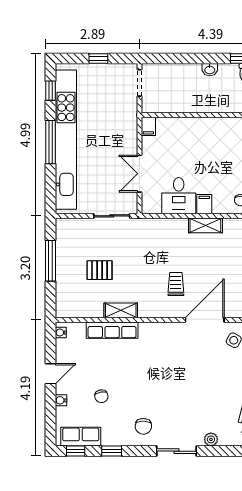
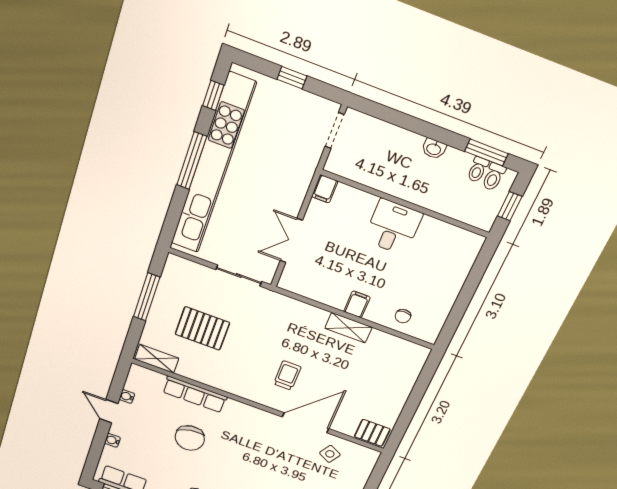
desk: (179, 196) -> (393, 227), moved, turned 180
pallet: (100, 270) -> (202, 328), width x1.50, depth x1.42
shelving: (121, 310) -> (157, 359), moved
water cooler: (61, 333) -> (127, 396), moved
door: (50, 374) -> (109, 411), swing flipped
chair: (101, 396) -> (190, 438), moved, width x1.87, depth x1.87

